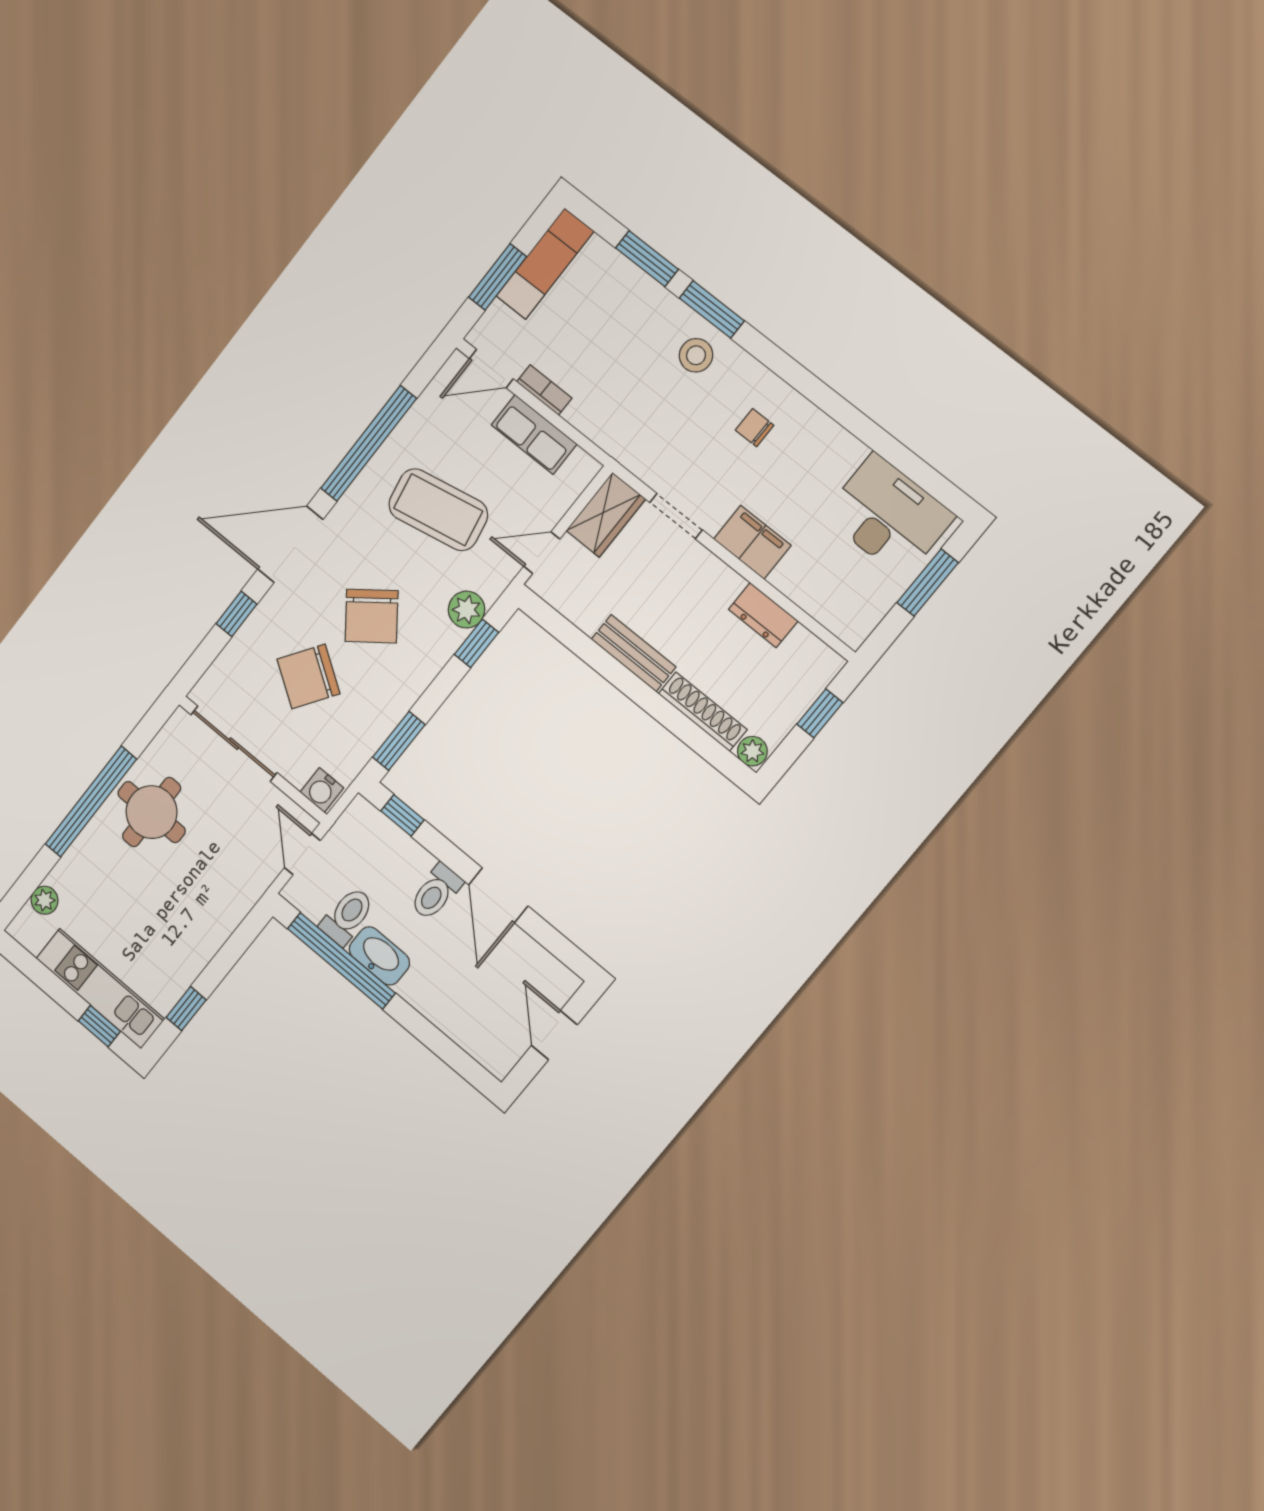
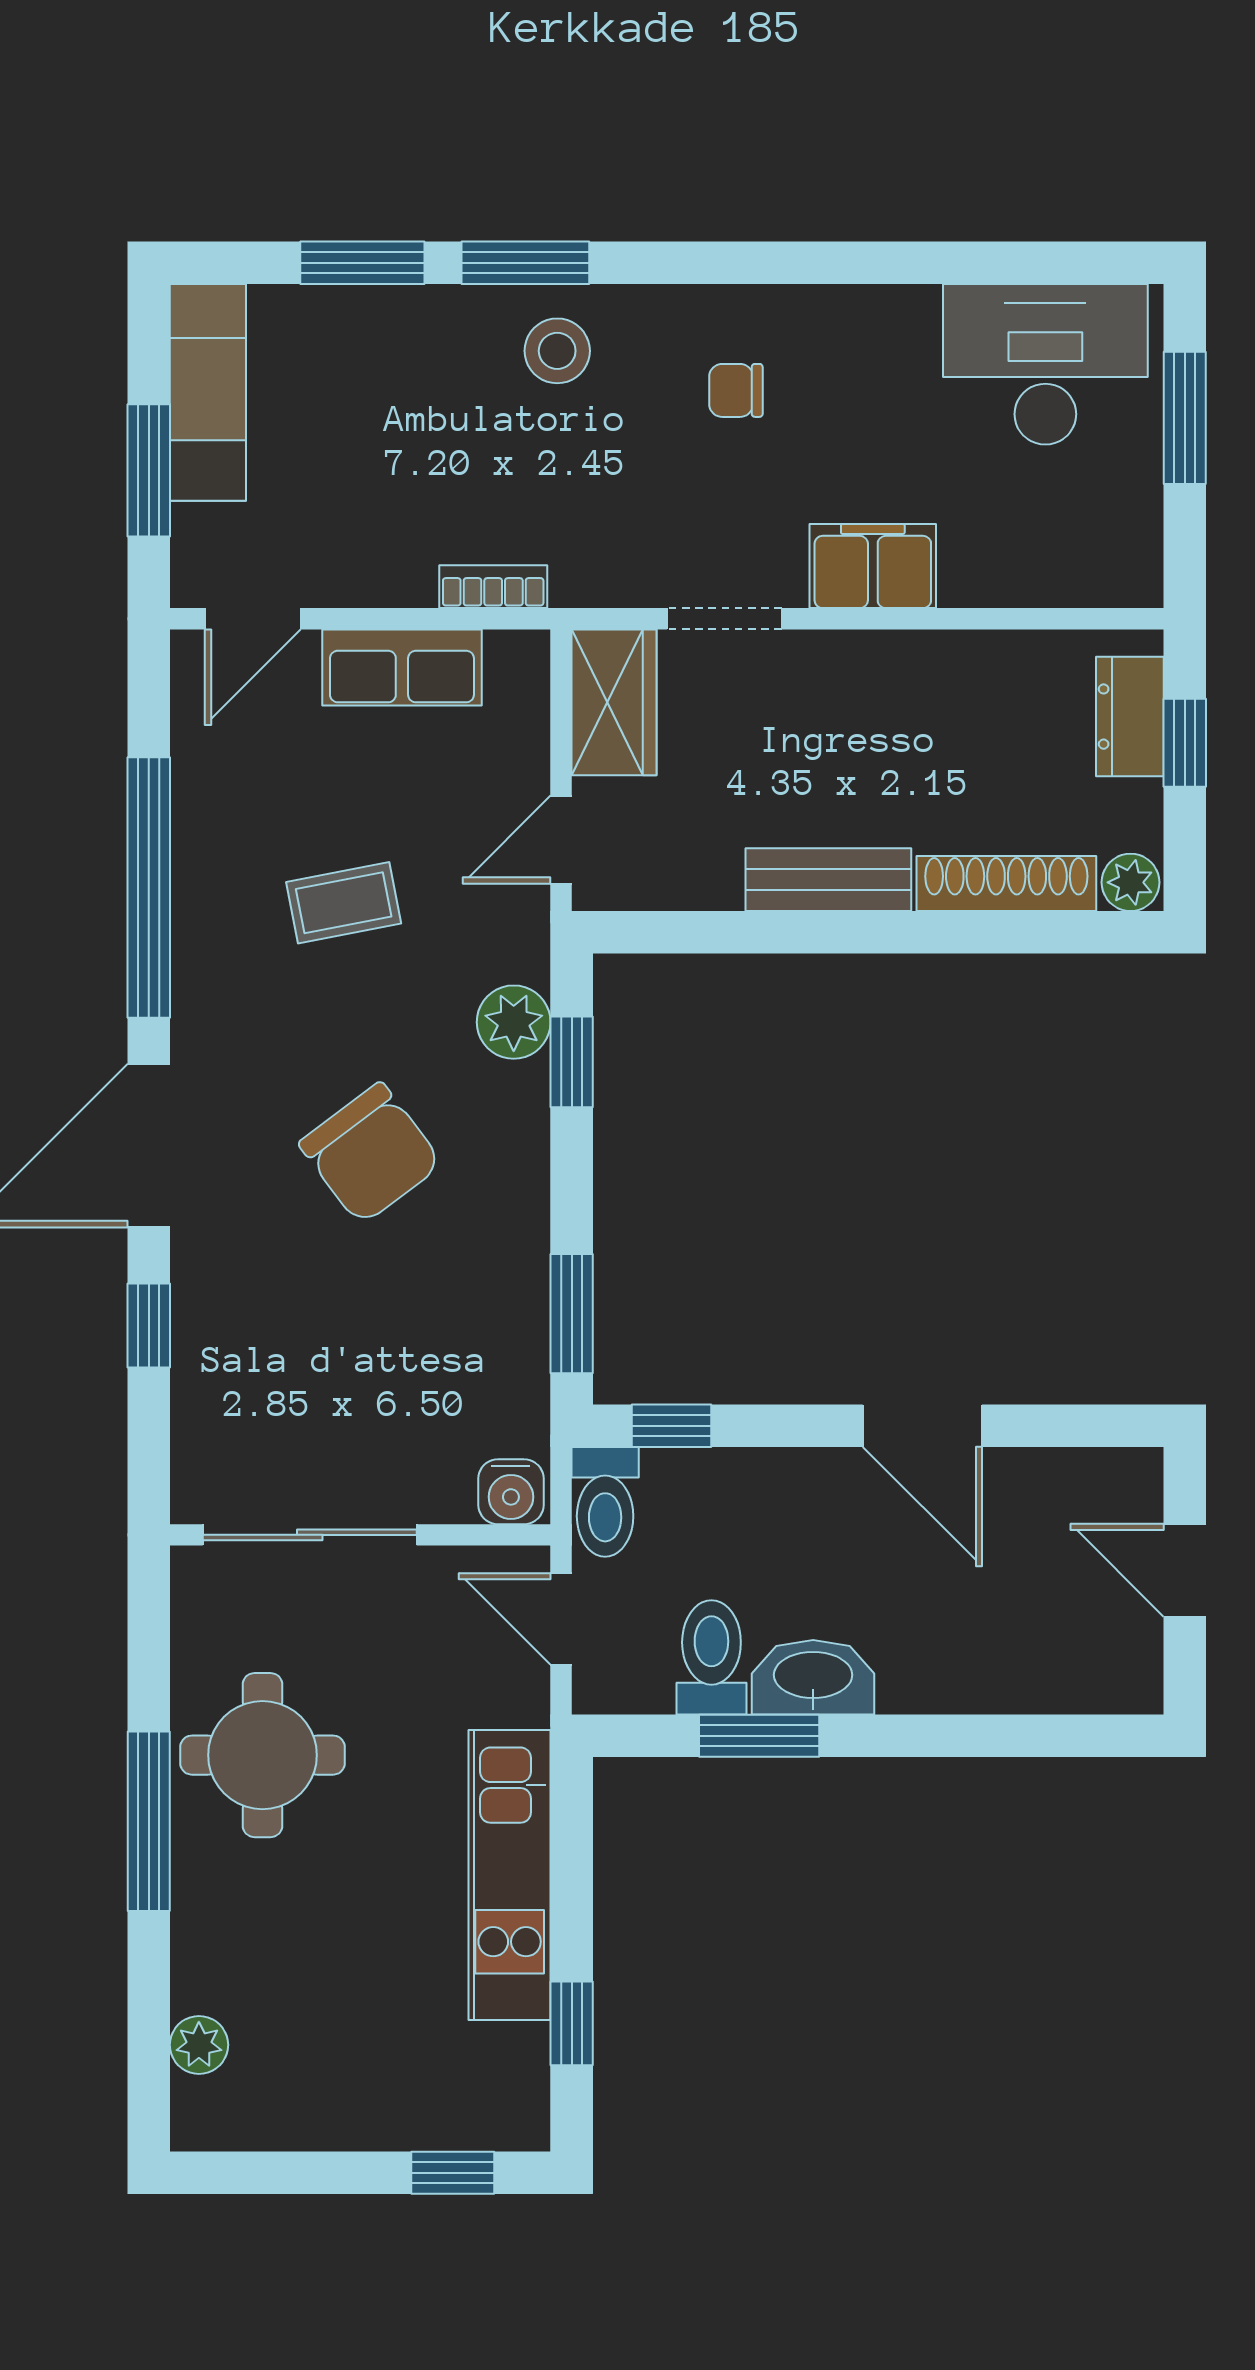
bookcase: (544, 390) -> (493, 587), moved
coffee table: (438, 510) -> (344, 903), width x0.54, depth x0.58
dresser: (763, 615) -> (1130, 717), moved, turned 90
chair: (308, 676) -> (345, 1330), removed
window: (91, 802) -> (149, 1821), width x0.68
toilet: (436, 892) -> (605, 1502), moved
window: (341, 961) -> (759, 1736), width x0.47
kitchen unit: (100, 989) -> (510, 1875), moved, turned -90

